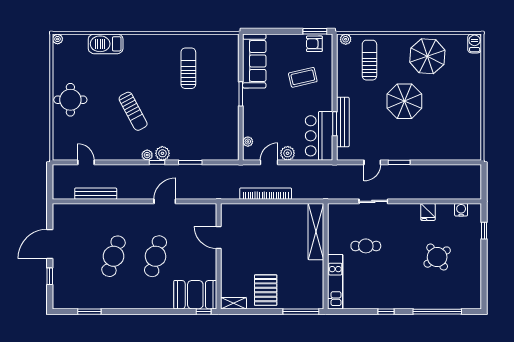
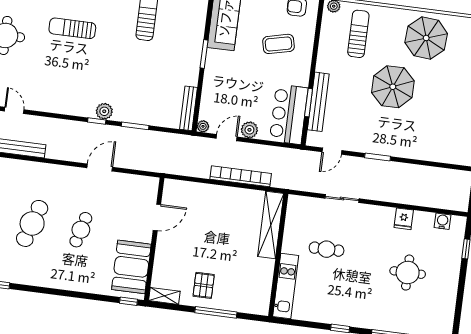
sun lounger: (133, 111) -> (72, 28), moved, turned 118
bench: (234, 142) -> (189, 108), added
plant: (248, 142) -> (203, 126), moved
plant: (147, 155) -> (86, 111), removed
door: (372, 162) -> (332, 151), moved
bookcase: (266, 194) -> (241, 176), moved
door: (219, 238) -> (157, 217), swing flipped
cafe table: (155, 256) -> (81, 230), width x0.73, depth x0.74
round table: (437, 257) -> (408, 273), turned 35
pallet: (266, 290) -> (204, 285), width x0.67, depth x0.71
booth: (195, 295) -> (131, 267), moved, turned 90
window: (301, 312) -> (216, 312), moved

